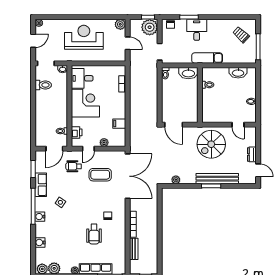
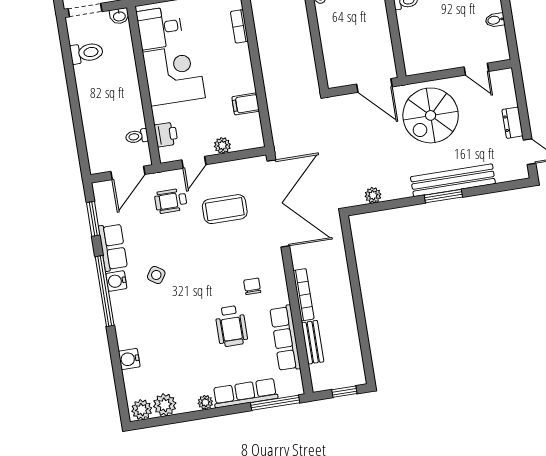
door: (174, 125) -> (374, 85), moved
water cooler: (40, 217) -> (116, 281), moved
row of seats: (120, 245) -> (285, 338), added

